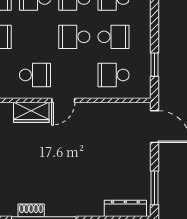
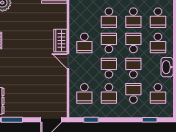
school desk: (35, 37) -> (109, 43), added
school desk: (114, 75) -> (84, 93), turned 180

